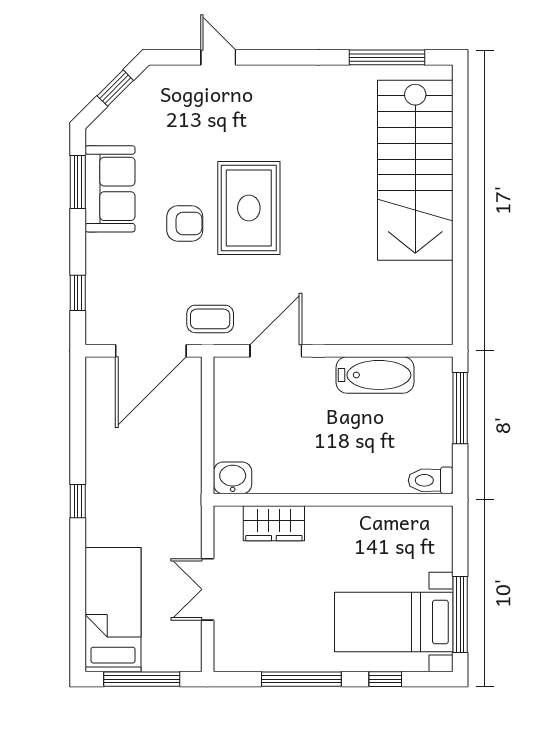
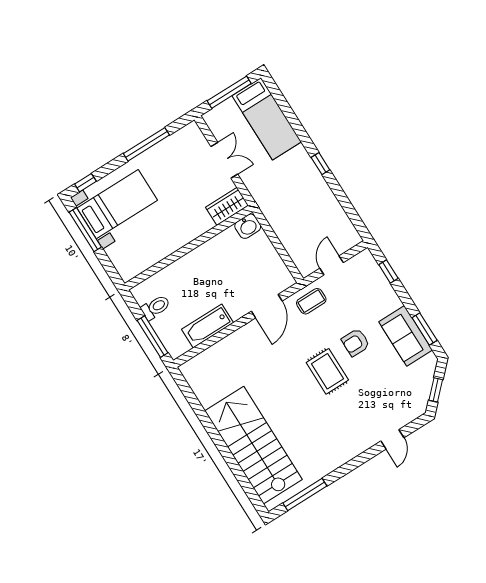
door: (218, 57) -> (392, 439), hinge flipped
rug: (249, 208) -> (327, 371), width x0.73, depth x0.70
door: (151, 351) -> (332, 265), width x0.53
toilet: (431, 480) -> (156, 307), moved
wardrobe: (274, 523) -> (227, 206), moved
window: (385, 679) -> (85, 183), moved

